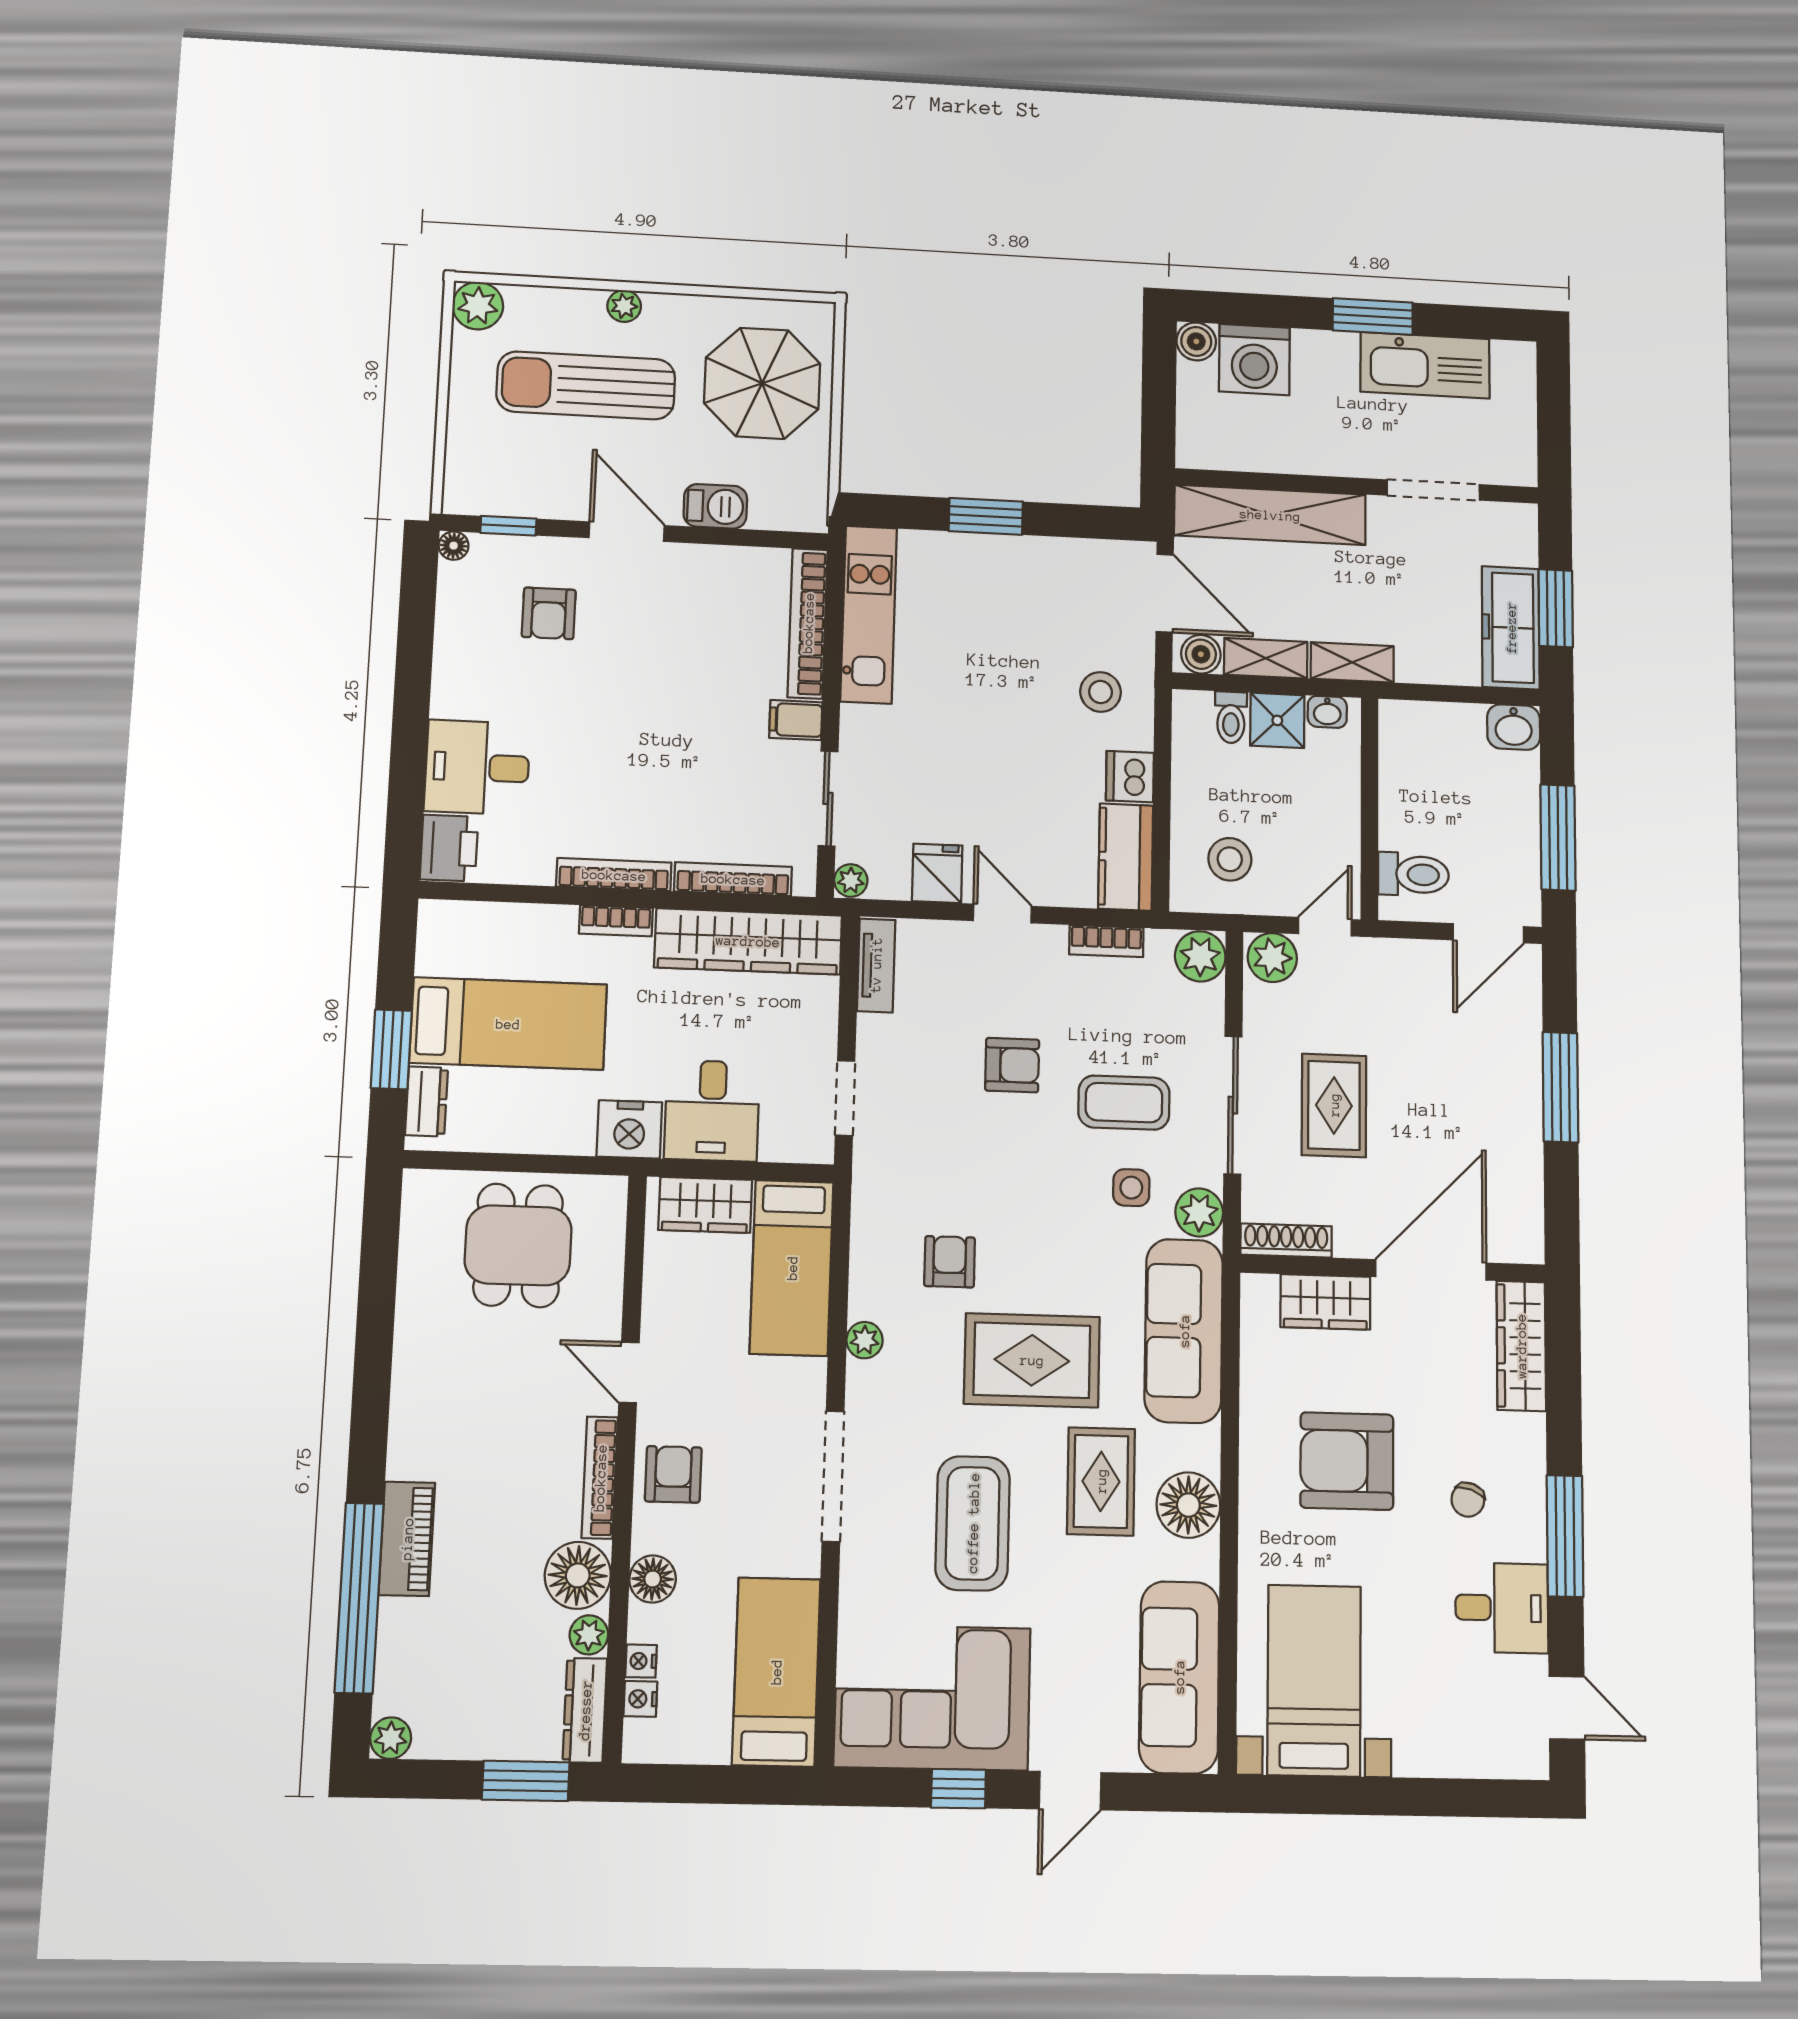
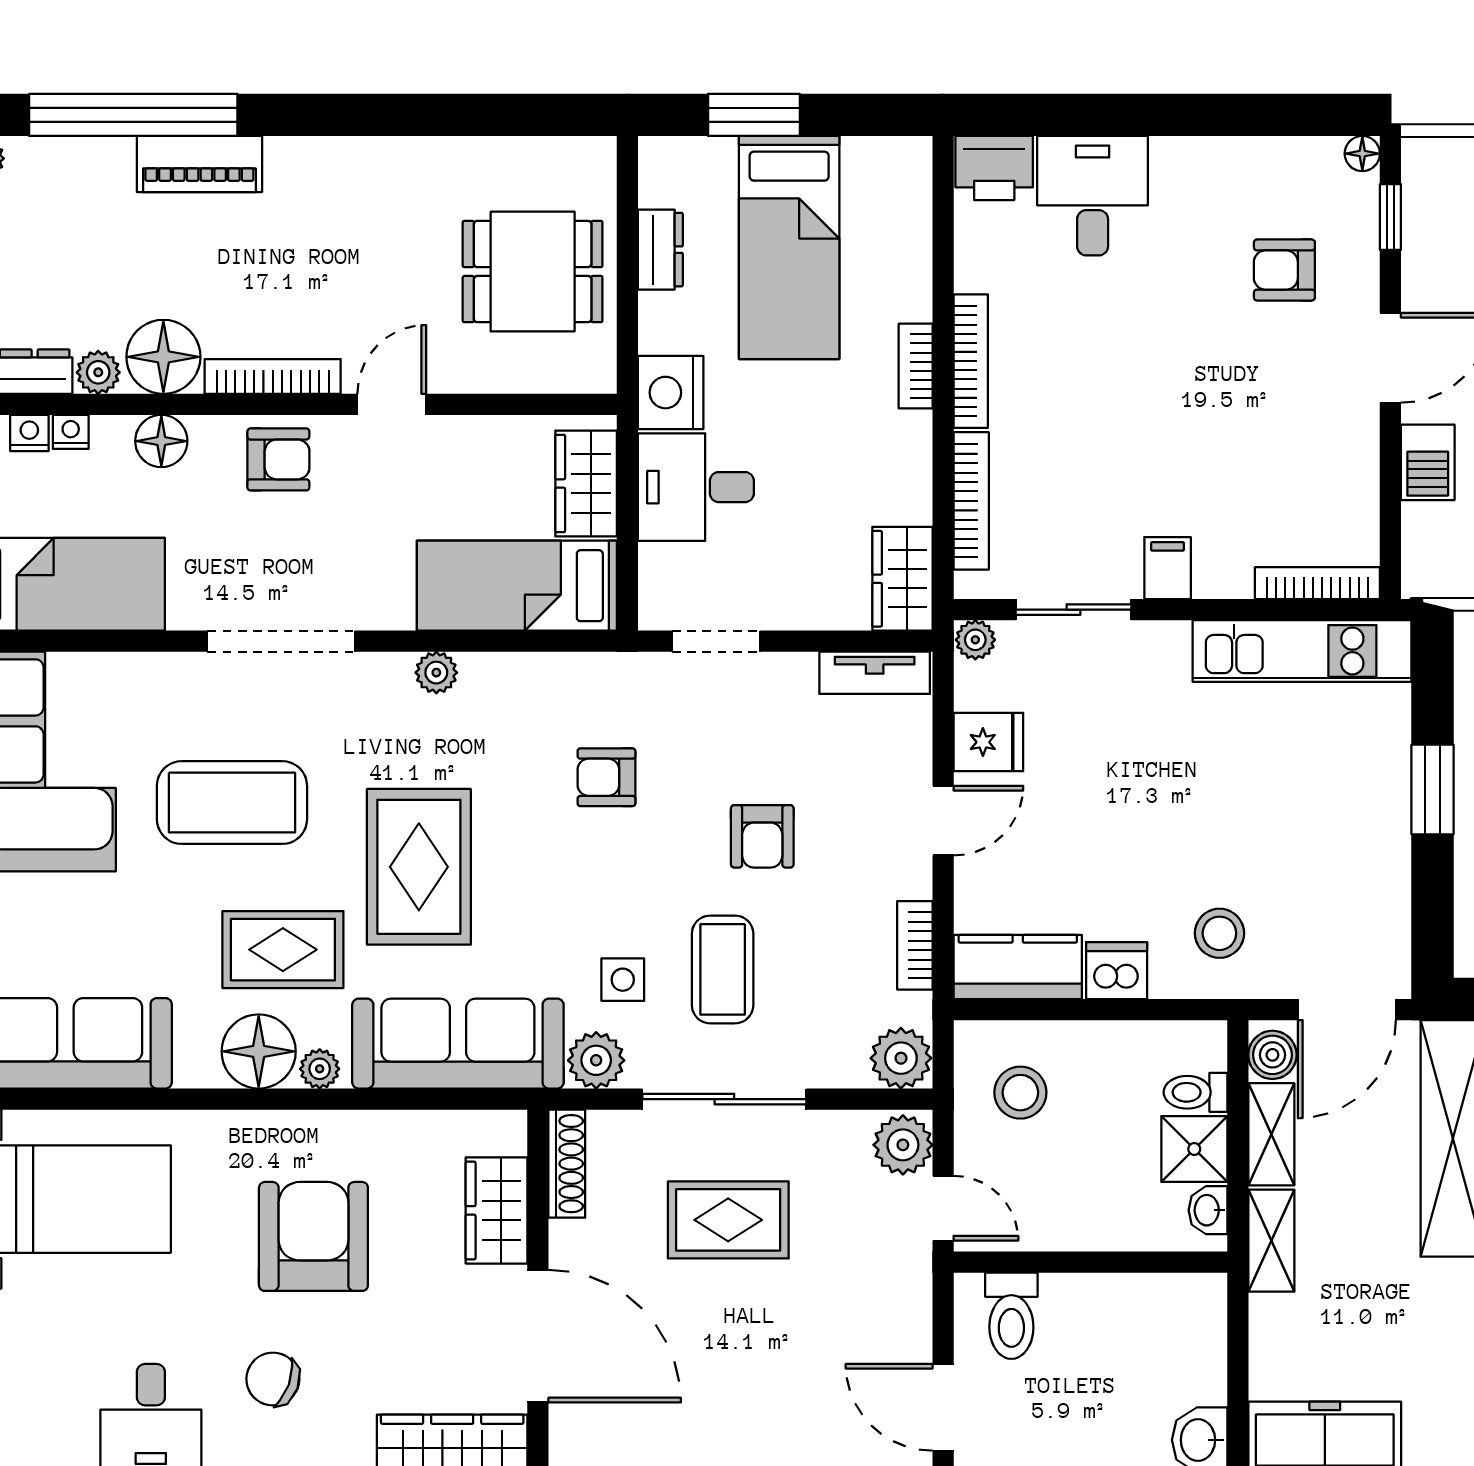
bookcase: (808, 623) -> (1317, 583), width x0.68, depth x0.76
wardrobe: (748, 941) -> (902, 579), width x0.48, depth x0.85
dresser: (426, 1101) -> (660, 250), moved, turned -90
armchair: (950, 1262) -> (606, 777), moved, turned 180
plant: (1204, 1452) -> (320, 1069), added
chair: (1468, 1500) -> (273, 1379), width x1.37, depth x1.37

